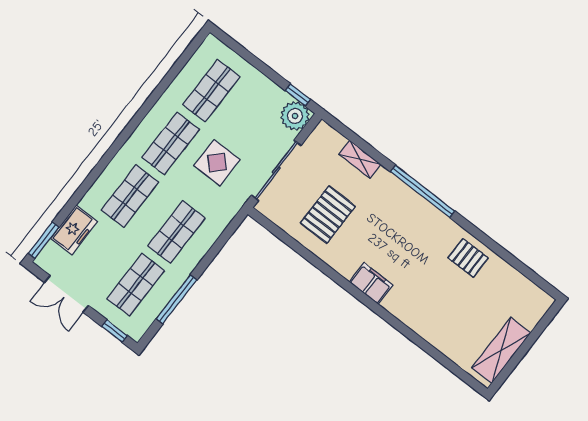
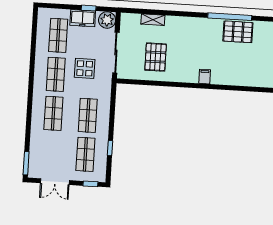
window: (298, 95) -> (89, 8), moved
window: (423, 191) -> (230, 17), moved
freezer: (74, 230) -> (83, 18), moved, turned 90
pallet: (468, 258) -> (238, 32), width x1.50, depth x1.42
filing cabinet: (371, 283) -> (205, 77), width x0.50
window: (176, 299) -> (110, 148), width x0.46

